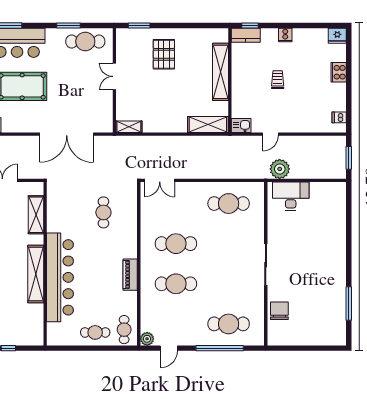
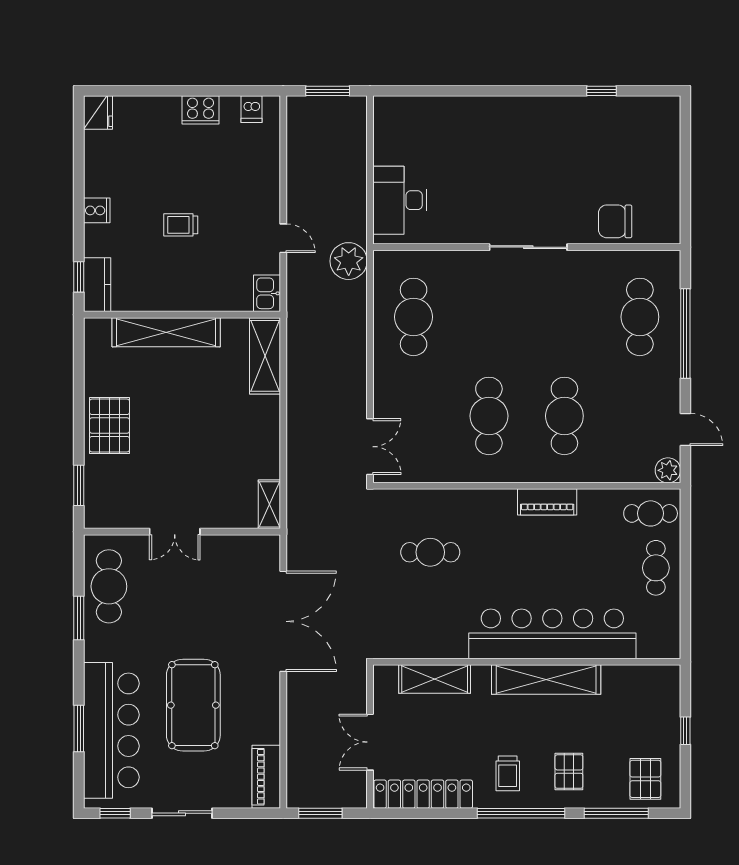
pallet: (164, 54) -> (109, 426), moved, turned 90
cooker: (339, 72) -> (201, 110), moved
plant: (280, 169) -> (349, 261), moved
window: (349, 303) -> (601, 91), width x0.46

